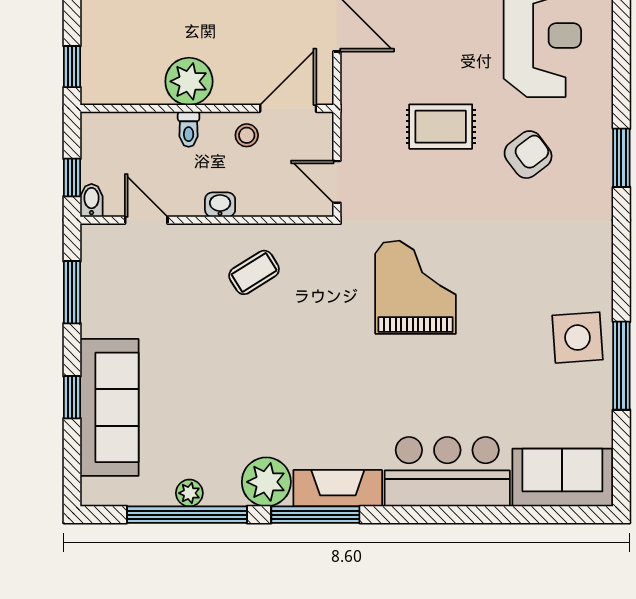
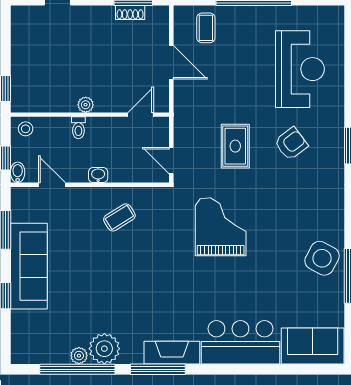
plant: (189, 81) -> (86, 105), width x0.53, depth x0.53
door: (288, 108) -> (141, 115), width x0.73
rug: (441, 127) -> (235, 146), moved, turned 90
stool: (247, 135) -> (26, 129), moved
side table: (578, 338) -> (322, 258), turned 32
sofa: (109, 407) -> (29, 266), moved
plant: (266, 482) -> (104, 349), moved

